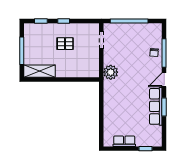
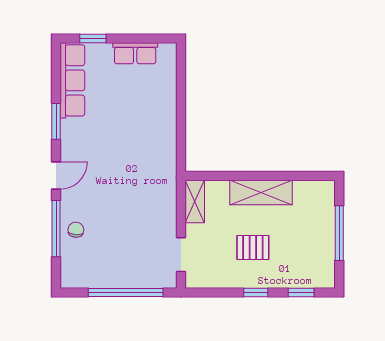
shelving: (94, 67) -> (195, 201), added
shelving: (39, 71) -> (261, 193), moved
plant: (111, 72) -> (162, 191), removed
row of seats: (156, 106) -> (72, 80), moved

